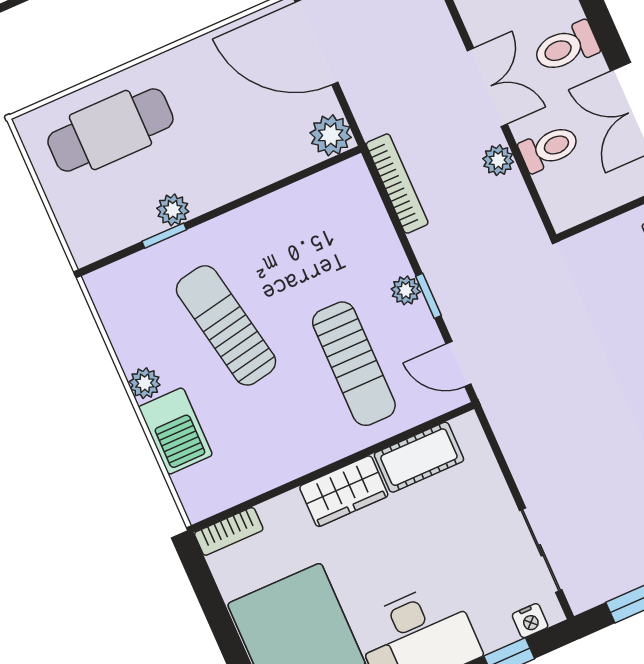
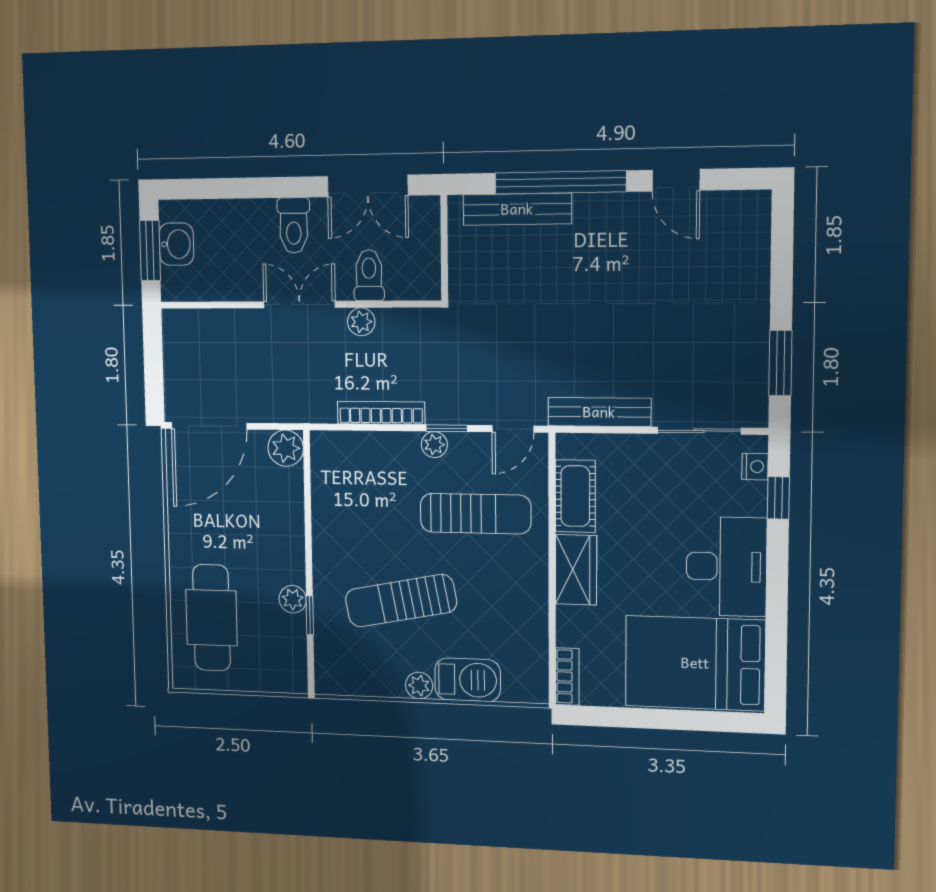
bookcase: (397, 184) -> (381, 413), moved
bench: (515, 444) -> (599, 412), added

